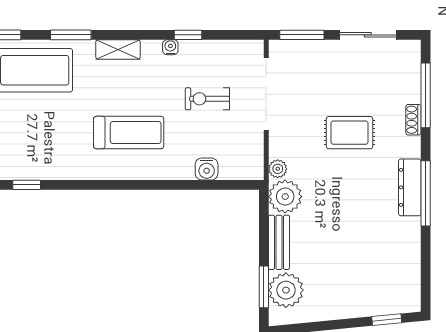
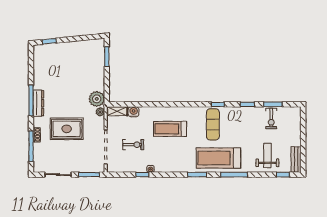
shelving: (118, 49) -> (117, 111), moved
rug: (350, 133) -> (67, 129), width x1.36, depth x1.43
exercise mat: (37, 142) -> (213, 124), added
bench: (279, 242) -> (100, 77), removed
plant: (286, 290) -> (96, 55), removed

